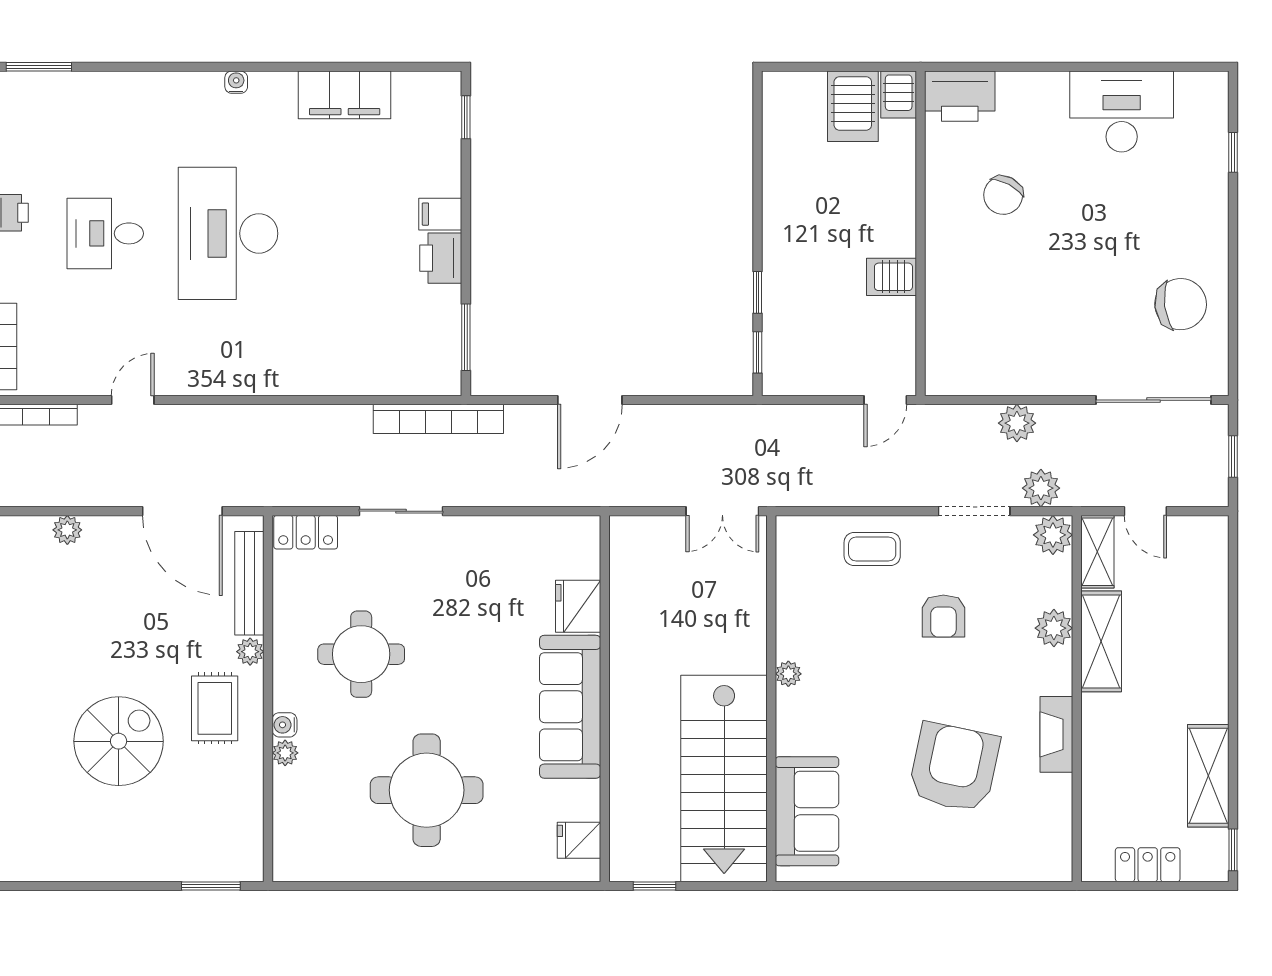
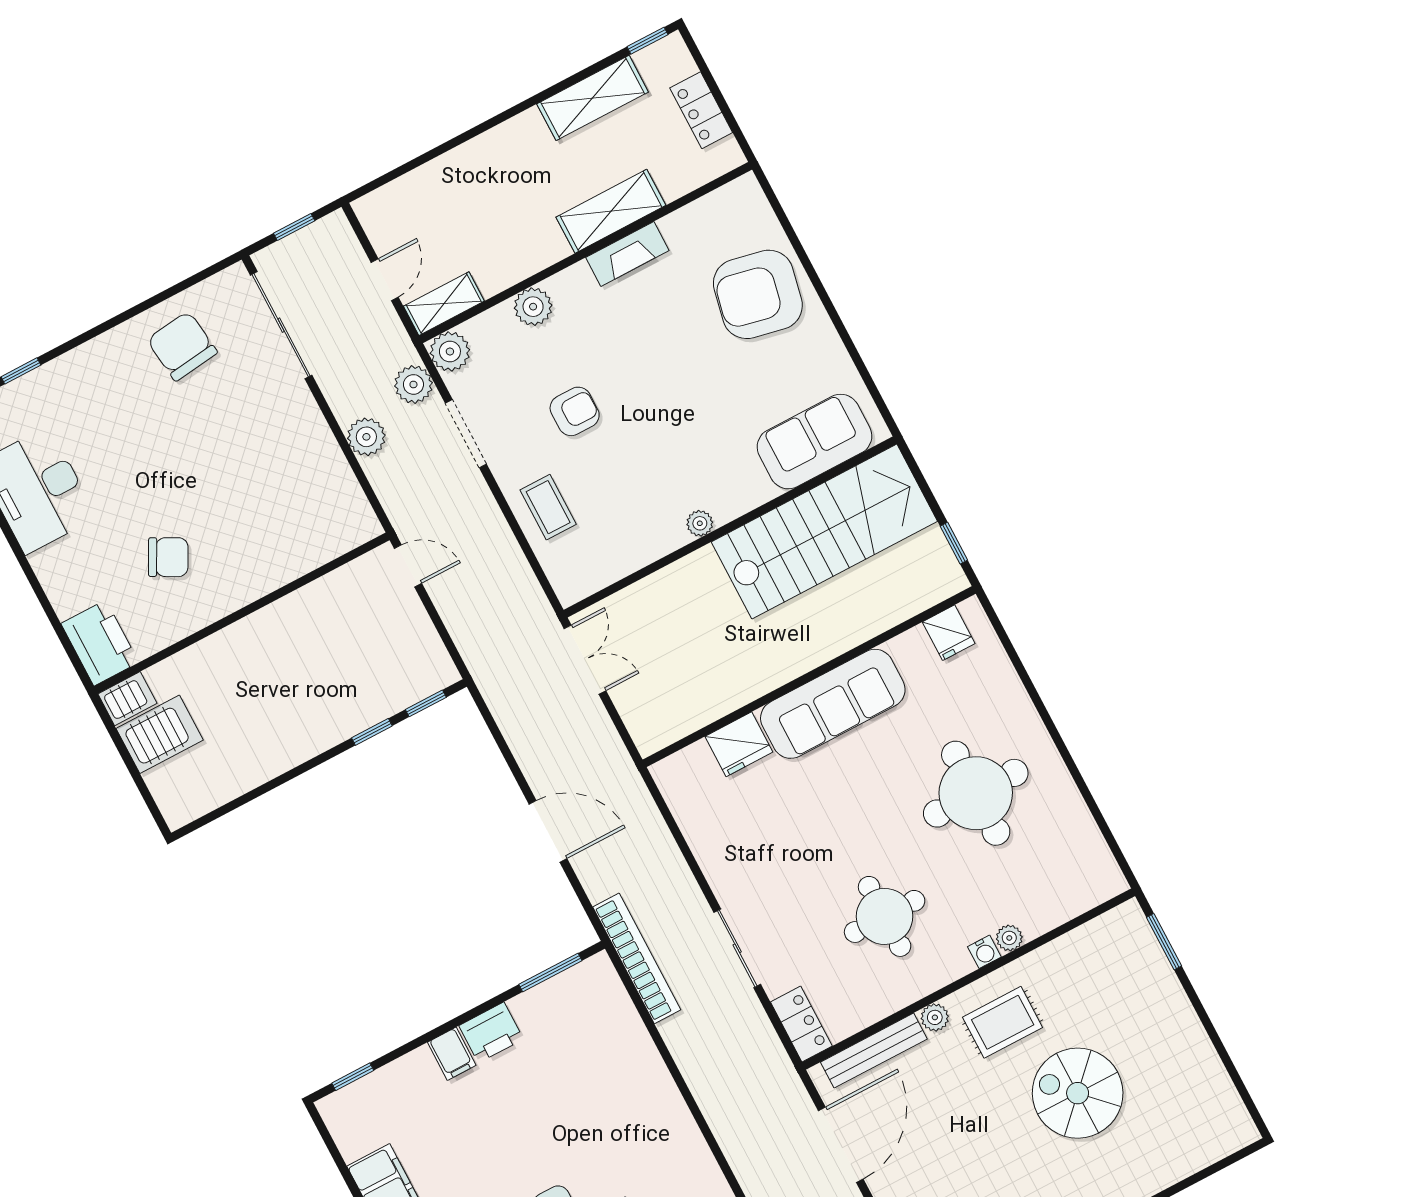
server rack: (891, 277) -> (295, 619), removed
shelving: (1101, 641) -> (611, 211), moved
armchair: (954, 767) -> (758, 294), moved

